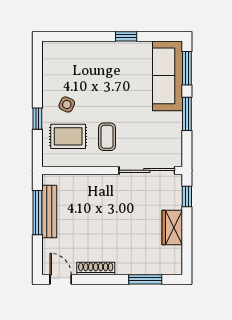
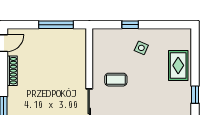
rug: (68, 136) -> (178, 65), moved
bench: (49, 212) -> (57, 34), removed

